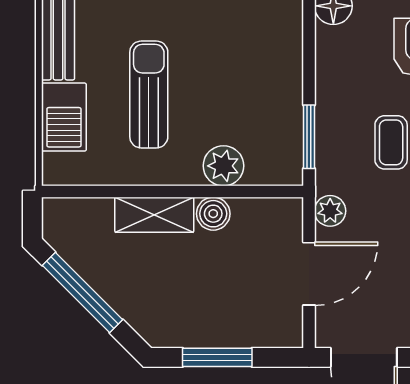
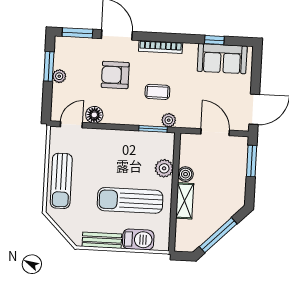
sun lounger: (149, 95) -> (130, 200), width x1.36, depth x1.34
plant: (330, 211) -> (169, 120), moved
window: (217, 357) -> (252, 161), moved

